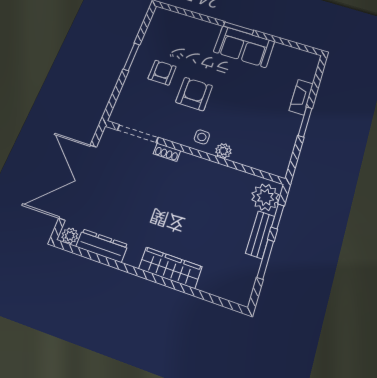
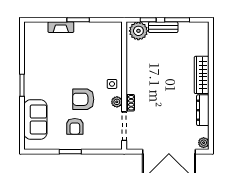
sofa: (244, 47) -> (35, 120), moved
armchair: (162, 73) -> (75, 126), turned -90
plant: (223, 151) -> (117, 102), moved
dresser: (102, 246) -> (203, 110), moved

